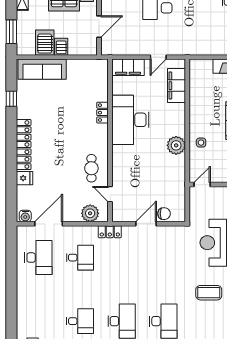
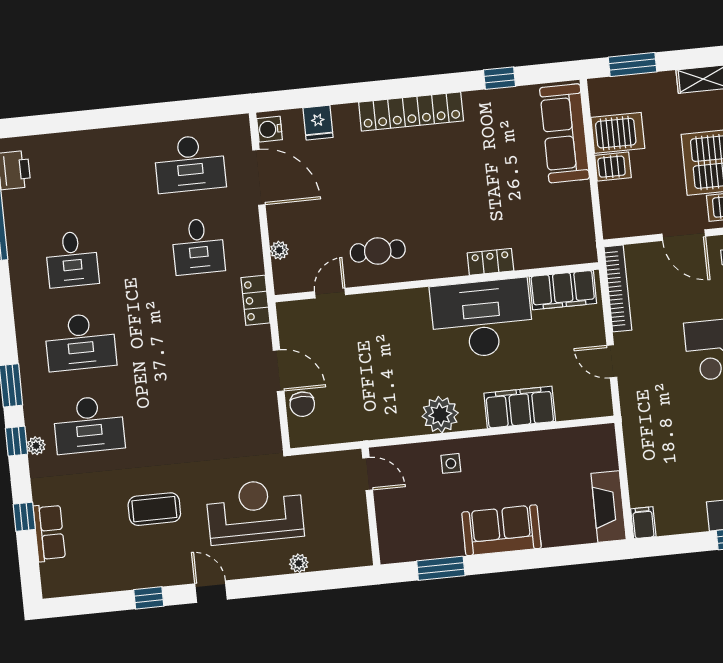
door: (99, 27) -> (684, 235), moved
bookcase: (122, 50) -> (618, 288), added
filing cabinet: (128, 67) -> (563, 290), moved, turned -90
filing cabinet: (176, 86) -> (520, 407), moved
fridge: (24, 178) -> (318, 123), moved
plant: (90, 213) -> (279, 250), width x0.53, depth x0.53
coffee table: (209, 293) -> (154, 509), turned 90

